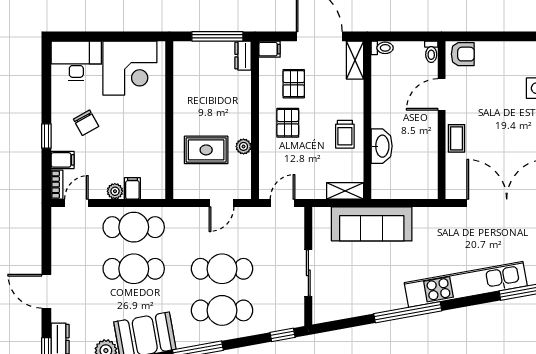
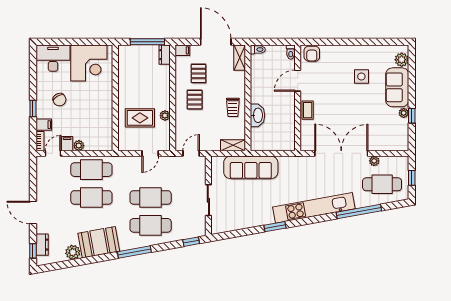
armchair: (463, 54) -> (312, 54), turned 90
filing cabinet: (132, 188) -> (67, 144), moved
window: (408, 312) -> (275, 227), width x0.47

